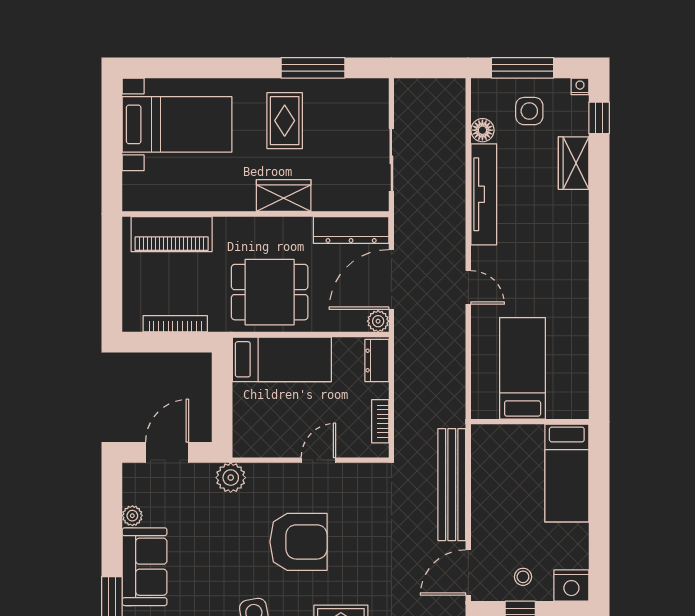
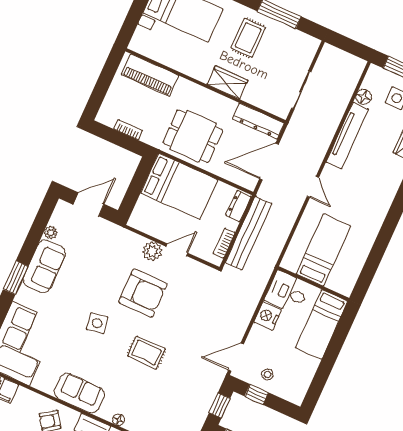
plant: (378, 321) -> (250, 183), removed
bookcase: (175, 324) -> (128, 130), width x0.64
bed: (282, 359) -> (179, 186), width x1.50
desk: (499, 450) -> (287, 292), added
plant: (231, 478) -> (152, 251), moved
bench: (452, 485) -> (249, 233), moved
nightstand: (571, 586) -> (268, 316), moved, turned 90

